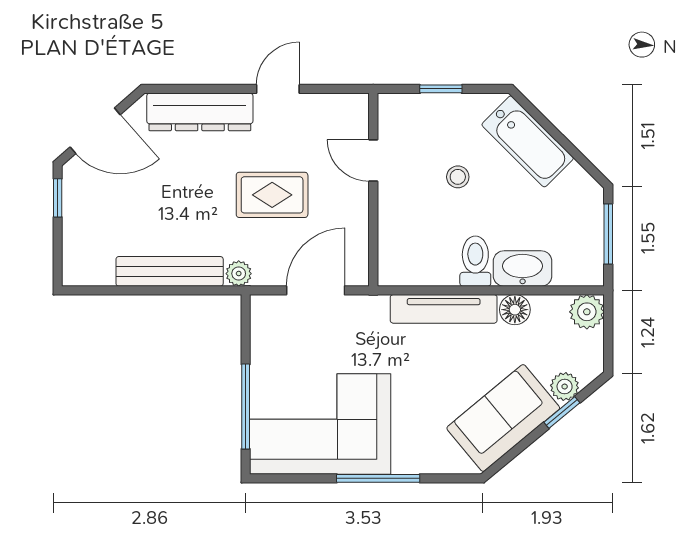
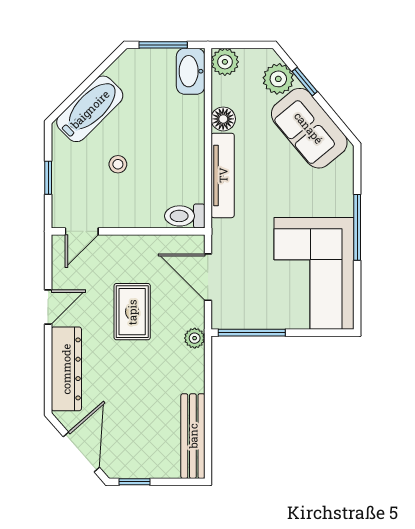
door: (278, 89) -> (48, 307), swing flipped
door: (373, 160) -> (82, 231), moved
toilet: (475, 261) -> (185, 216), moved
washbasin: (523, 269) -> (191, 71), moved
bench: (170, 271) -> (193, 436), moved
plant: (565, 387) -> (278, 79), width x1.38, depth x1.38
window: (246, 407) -> (252, 333), moved

